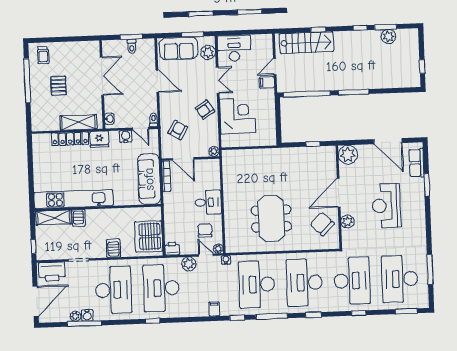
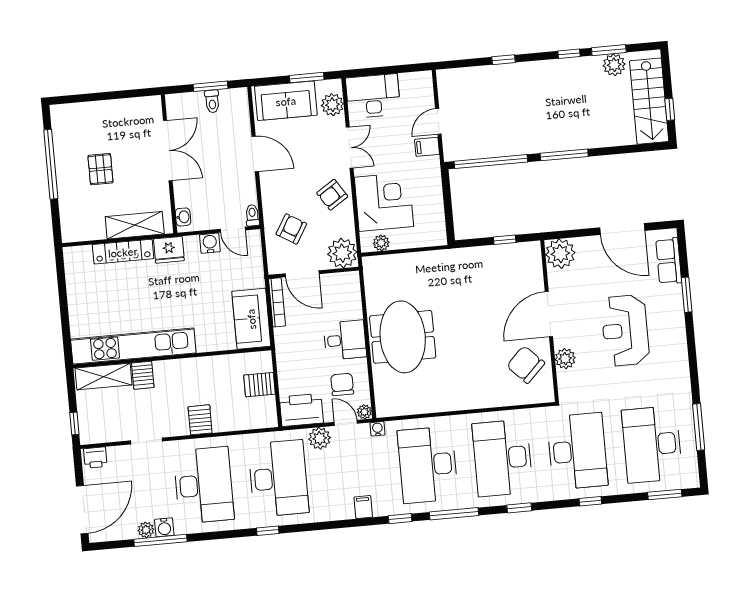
stairs: (306, 43) -> (649, 101), moved, turned 90
trolley: (43, 55) -> (74, 123), removed
plant: (234, 142) -> (381, 243), added
plant: (214, 151) -> (342, 253), width x1.87, depth x1.87
sofa: (149, 179) -> (251, 319), width x0.73
meeting table: (271, 218) -> (403, 337), moved
server rack: (149, 236) -> (259, 385), width x0.46, depth x0.70
printer: (172, 249) -> (301, 410), width x1.87, depth x1.48
printer: (52, 272) -> (95, 458), width x0.53, depth x0.68
desk: (161, 288) -> (278, 478), turned 180

